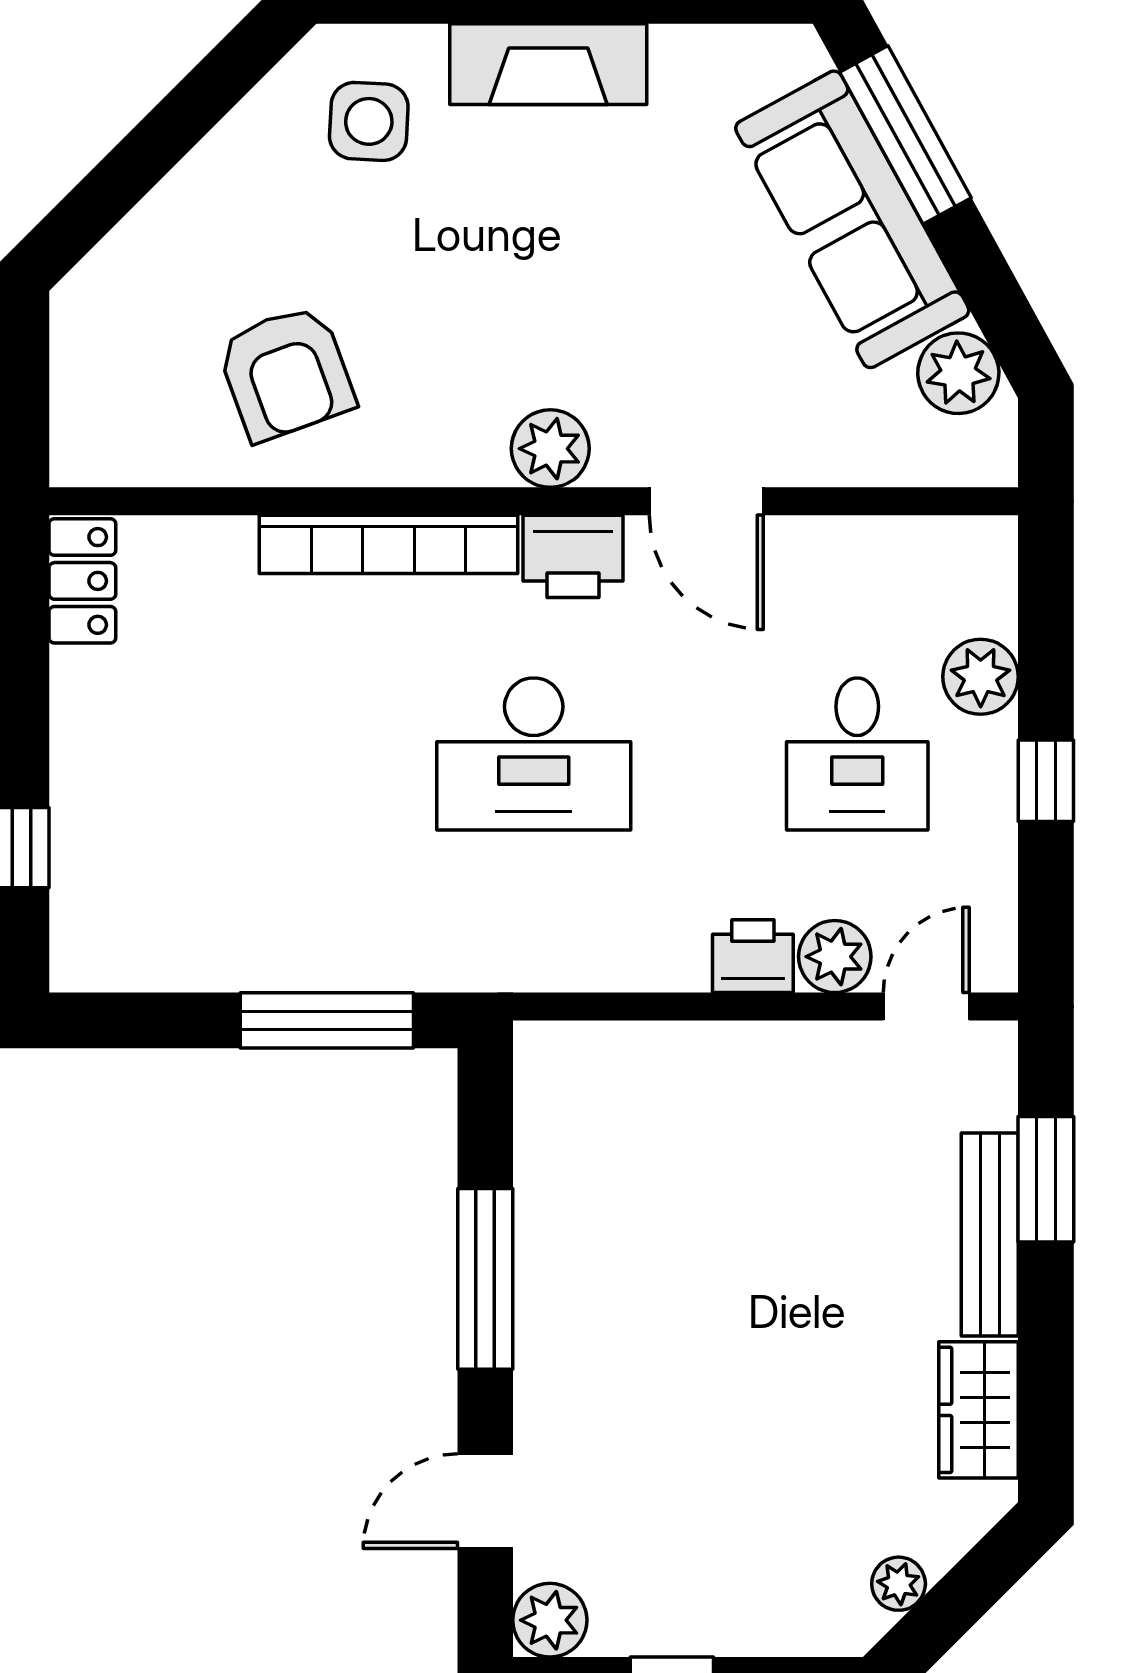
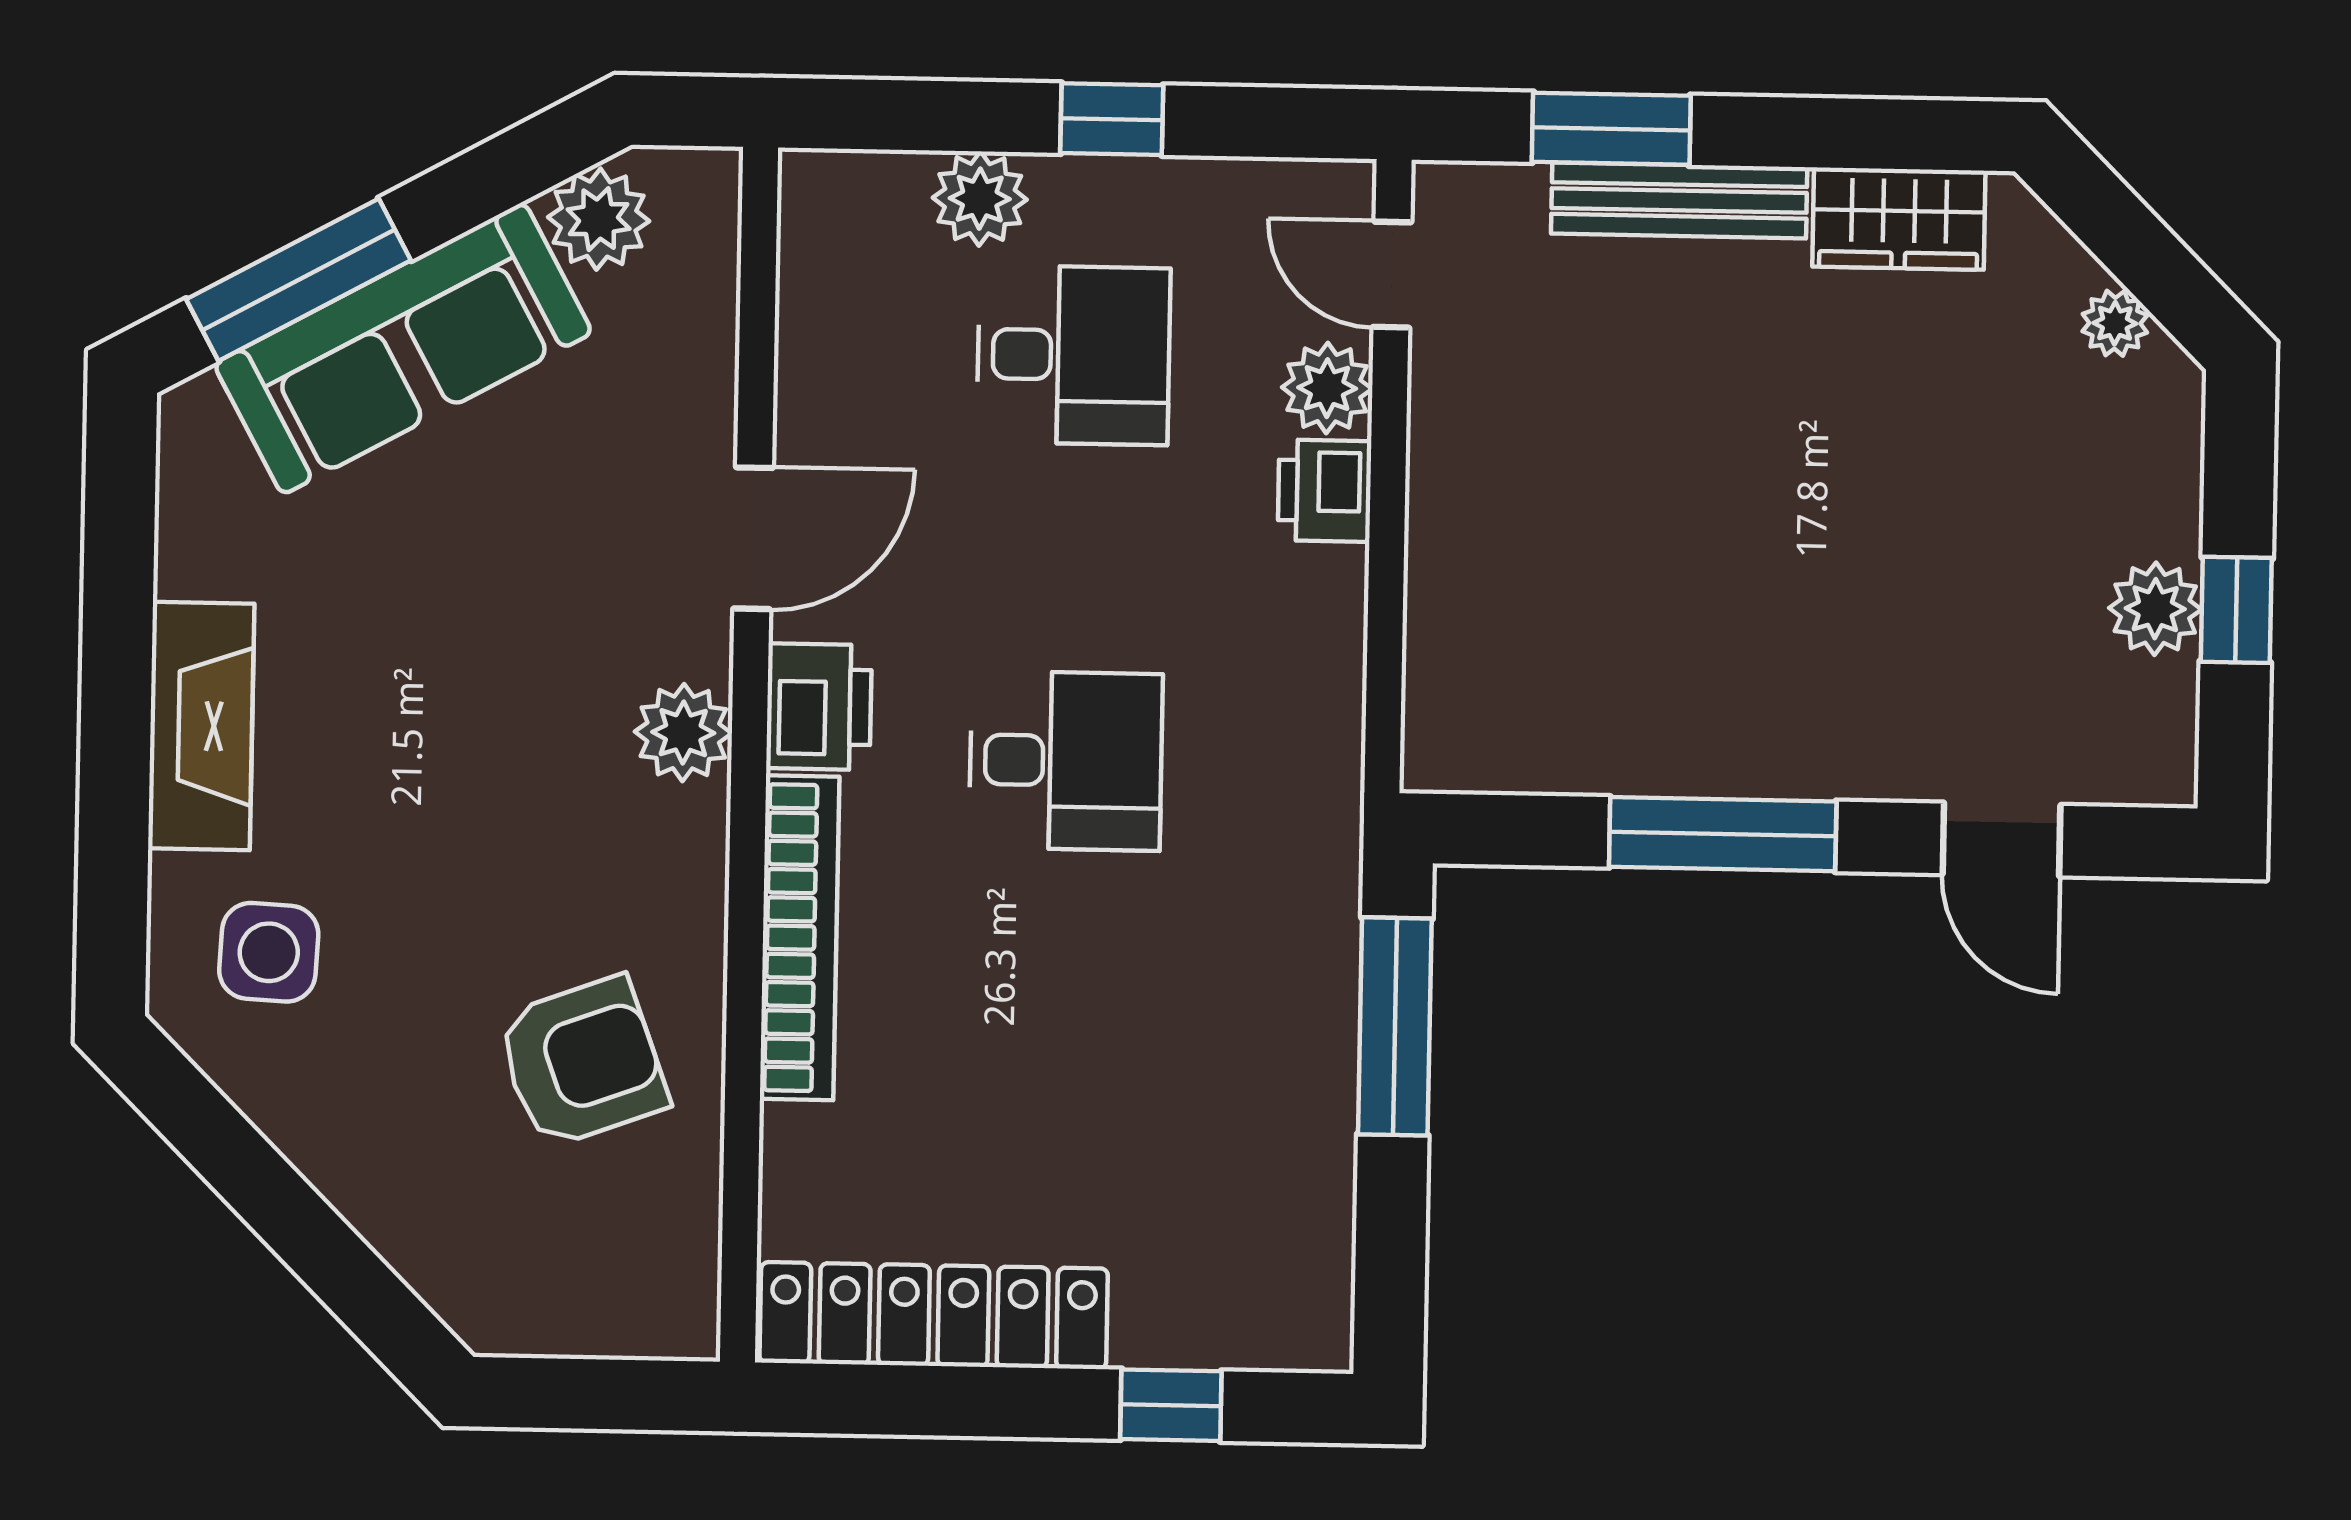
locker: (82, 581) -> (934, 1316), width x2.16, depth x1.21
desk: (534, 754) -> (1066, 761), width x0.73
plant: (550, 1620) -> (2155, 609), moved

